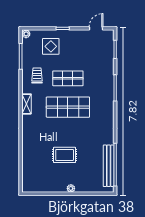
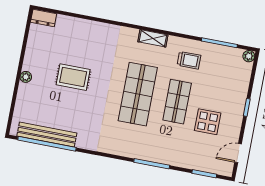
door: (96, 28) -> (238, 153), swing flipped
display table: (51, 46) -> (208, 122), moved
rug: (65, 155) -> (73, 77), turned 90
dresser: (27, 184) -> (44, 18), added

